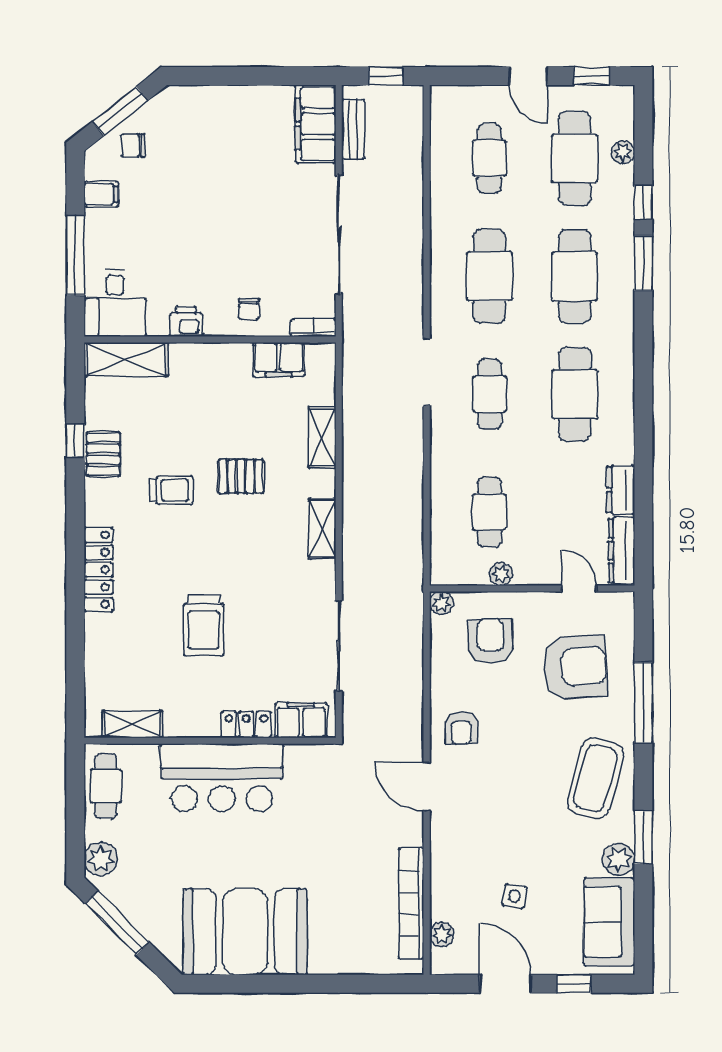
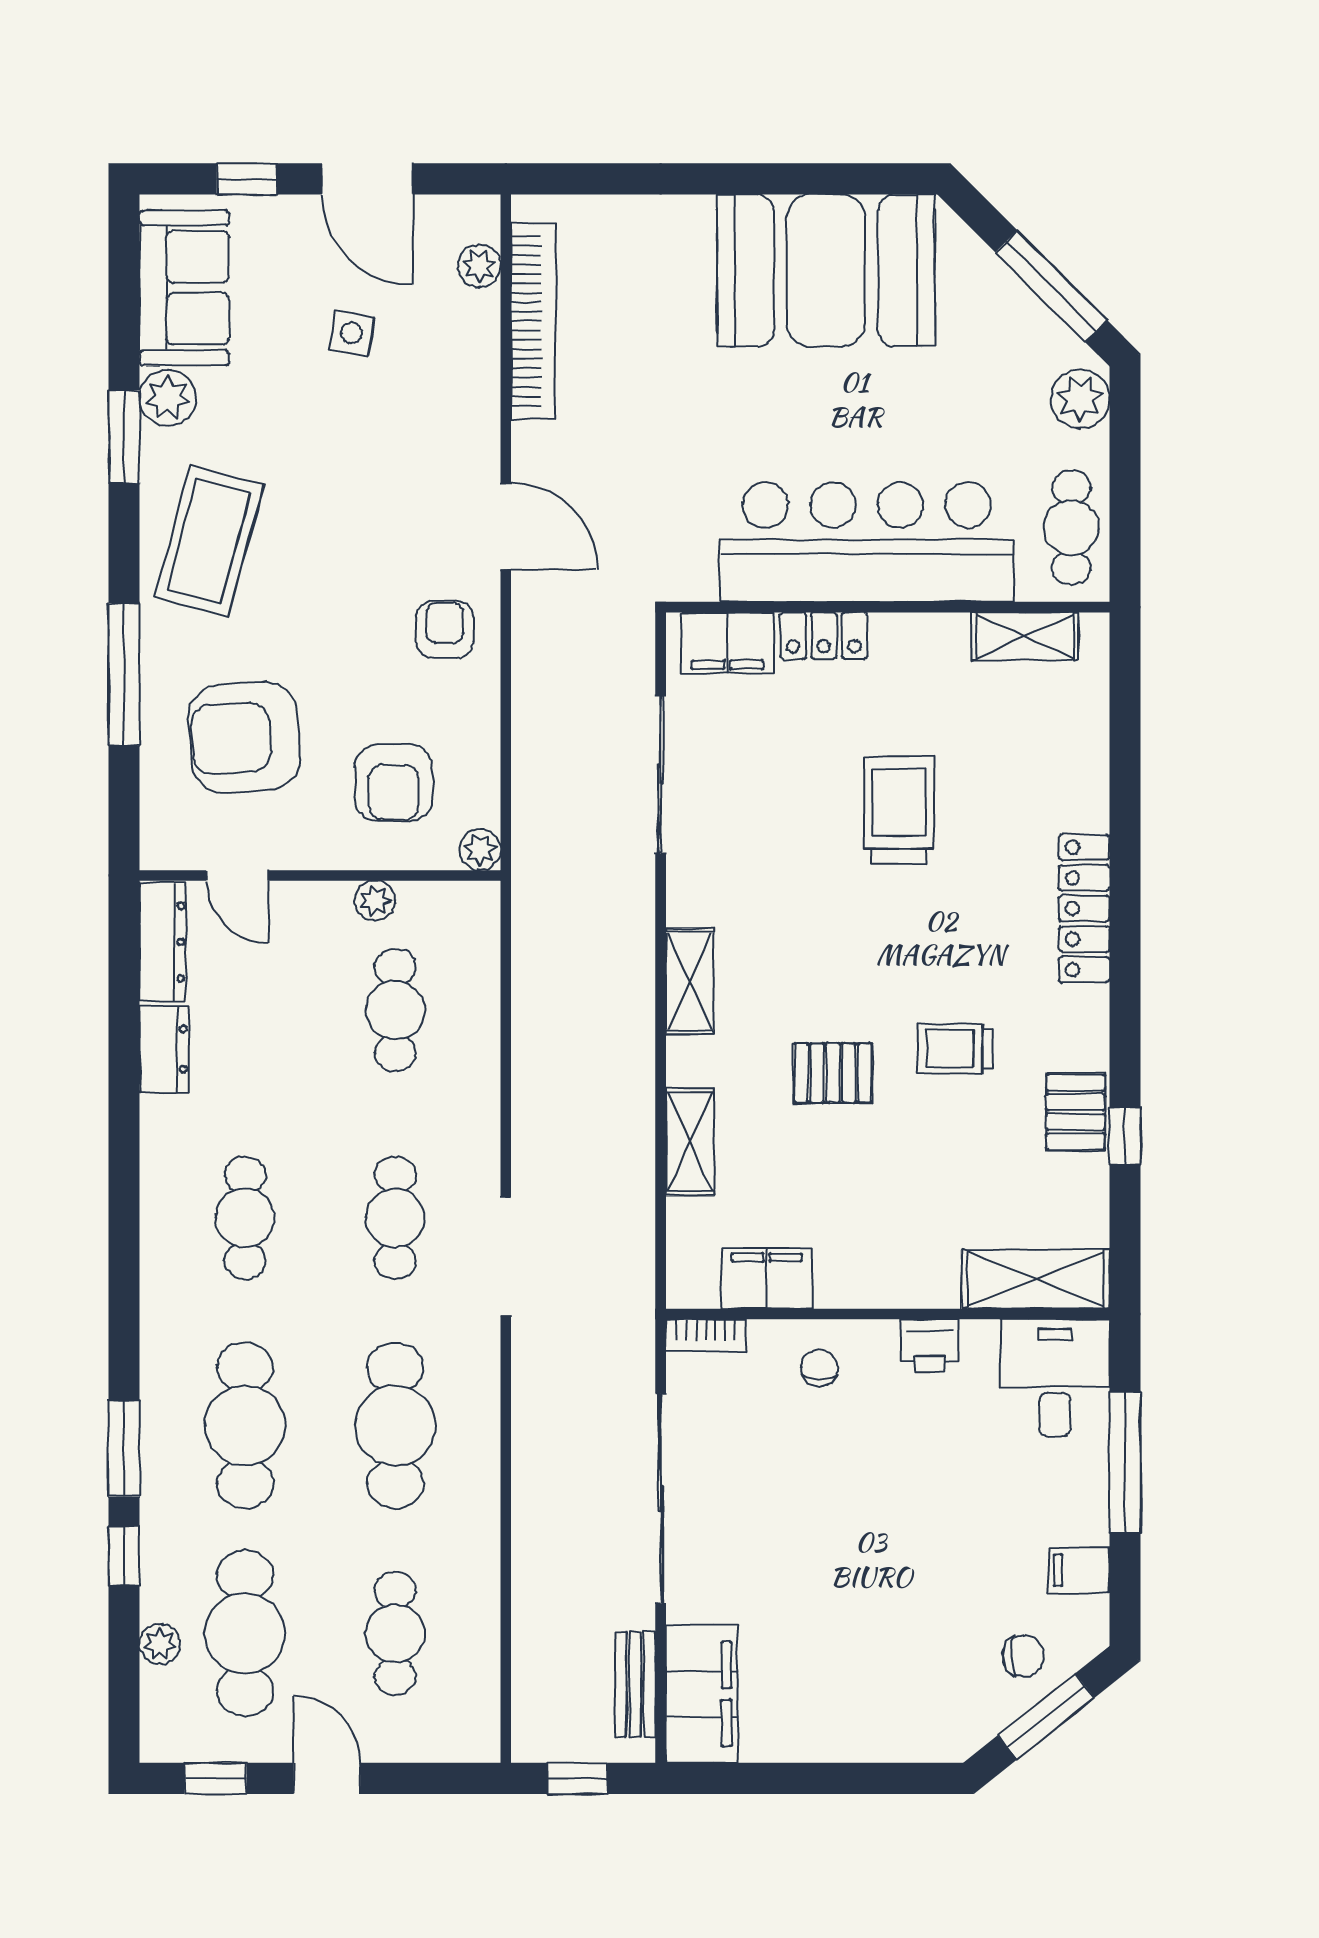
cafe table: (575, 394) -> (245, 1218), width x0.73, depth x0.74
bar counter: (222, 778) -> (867, 542), width x1.36

